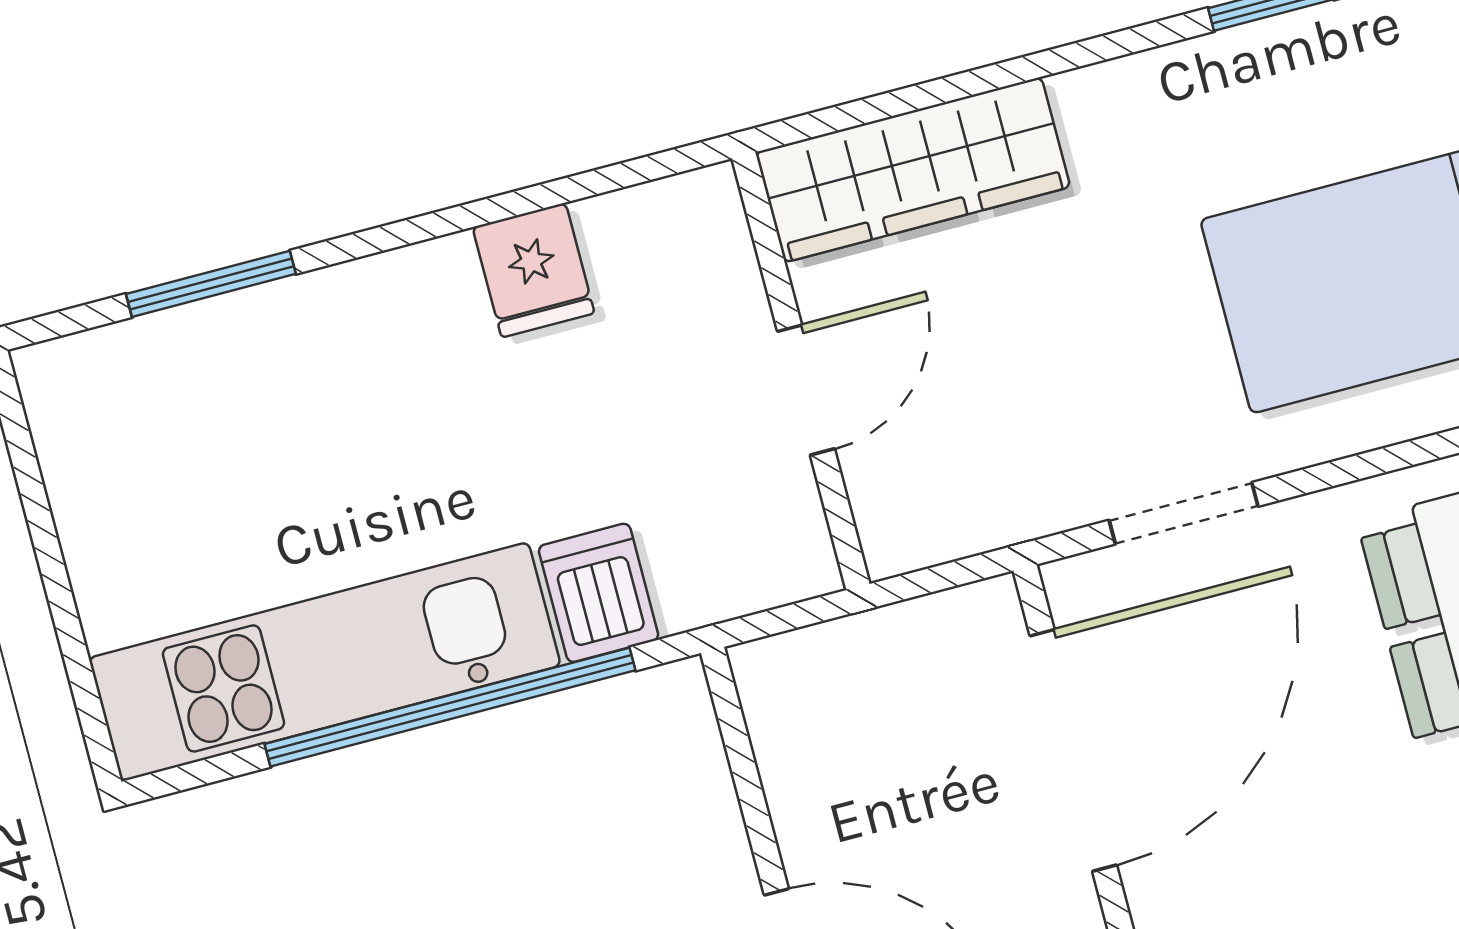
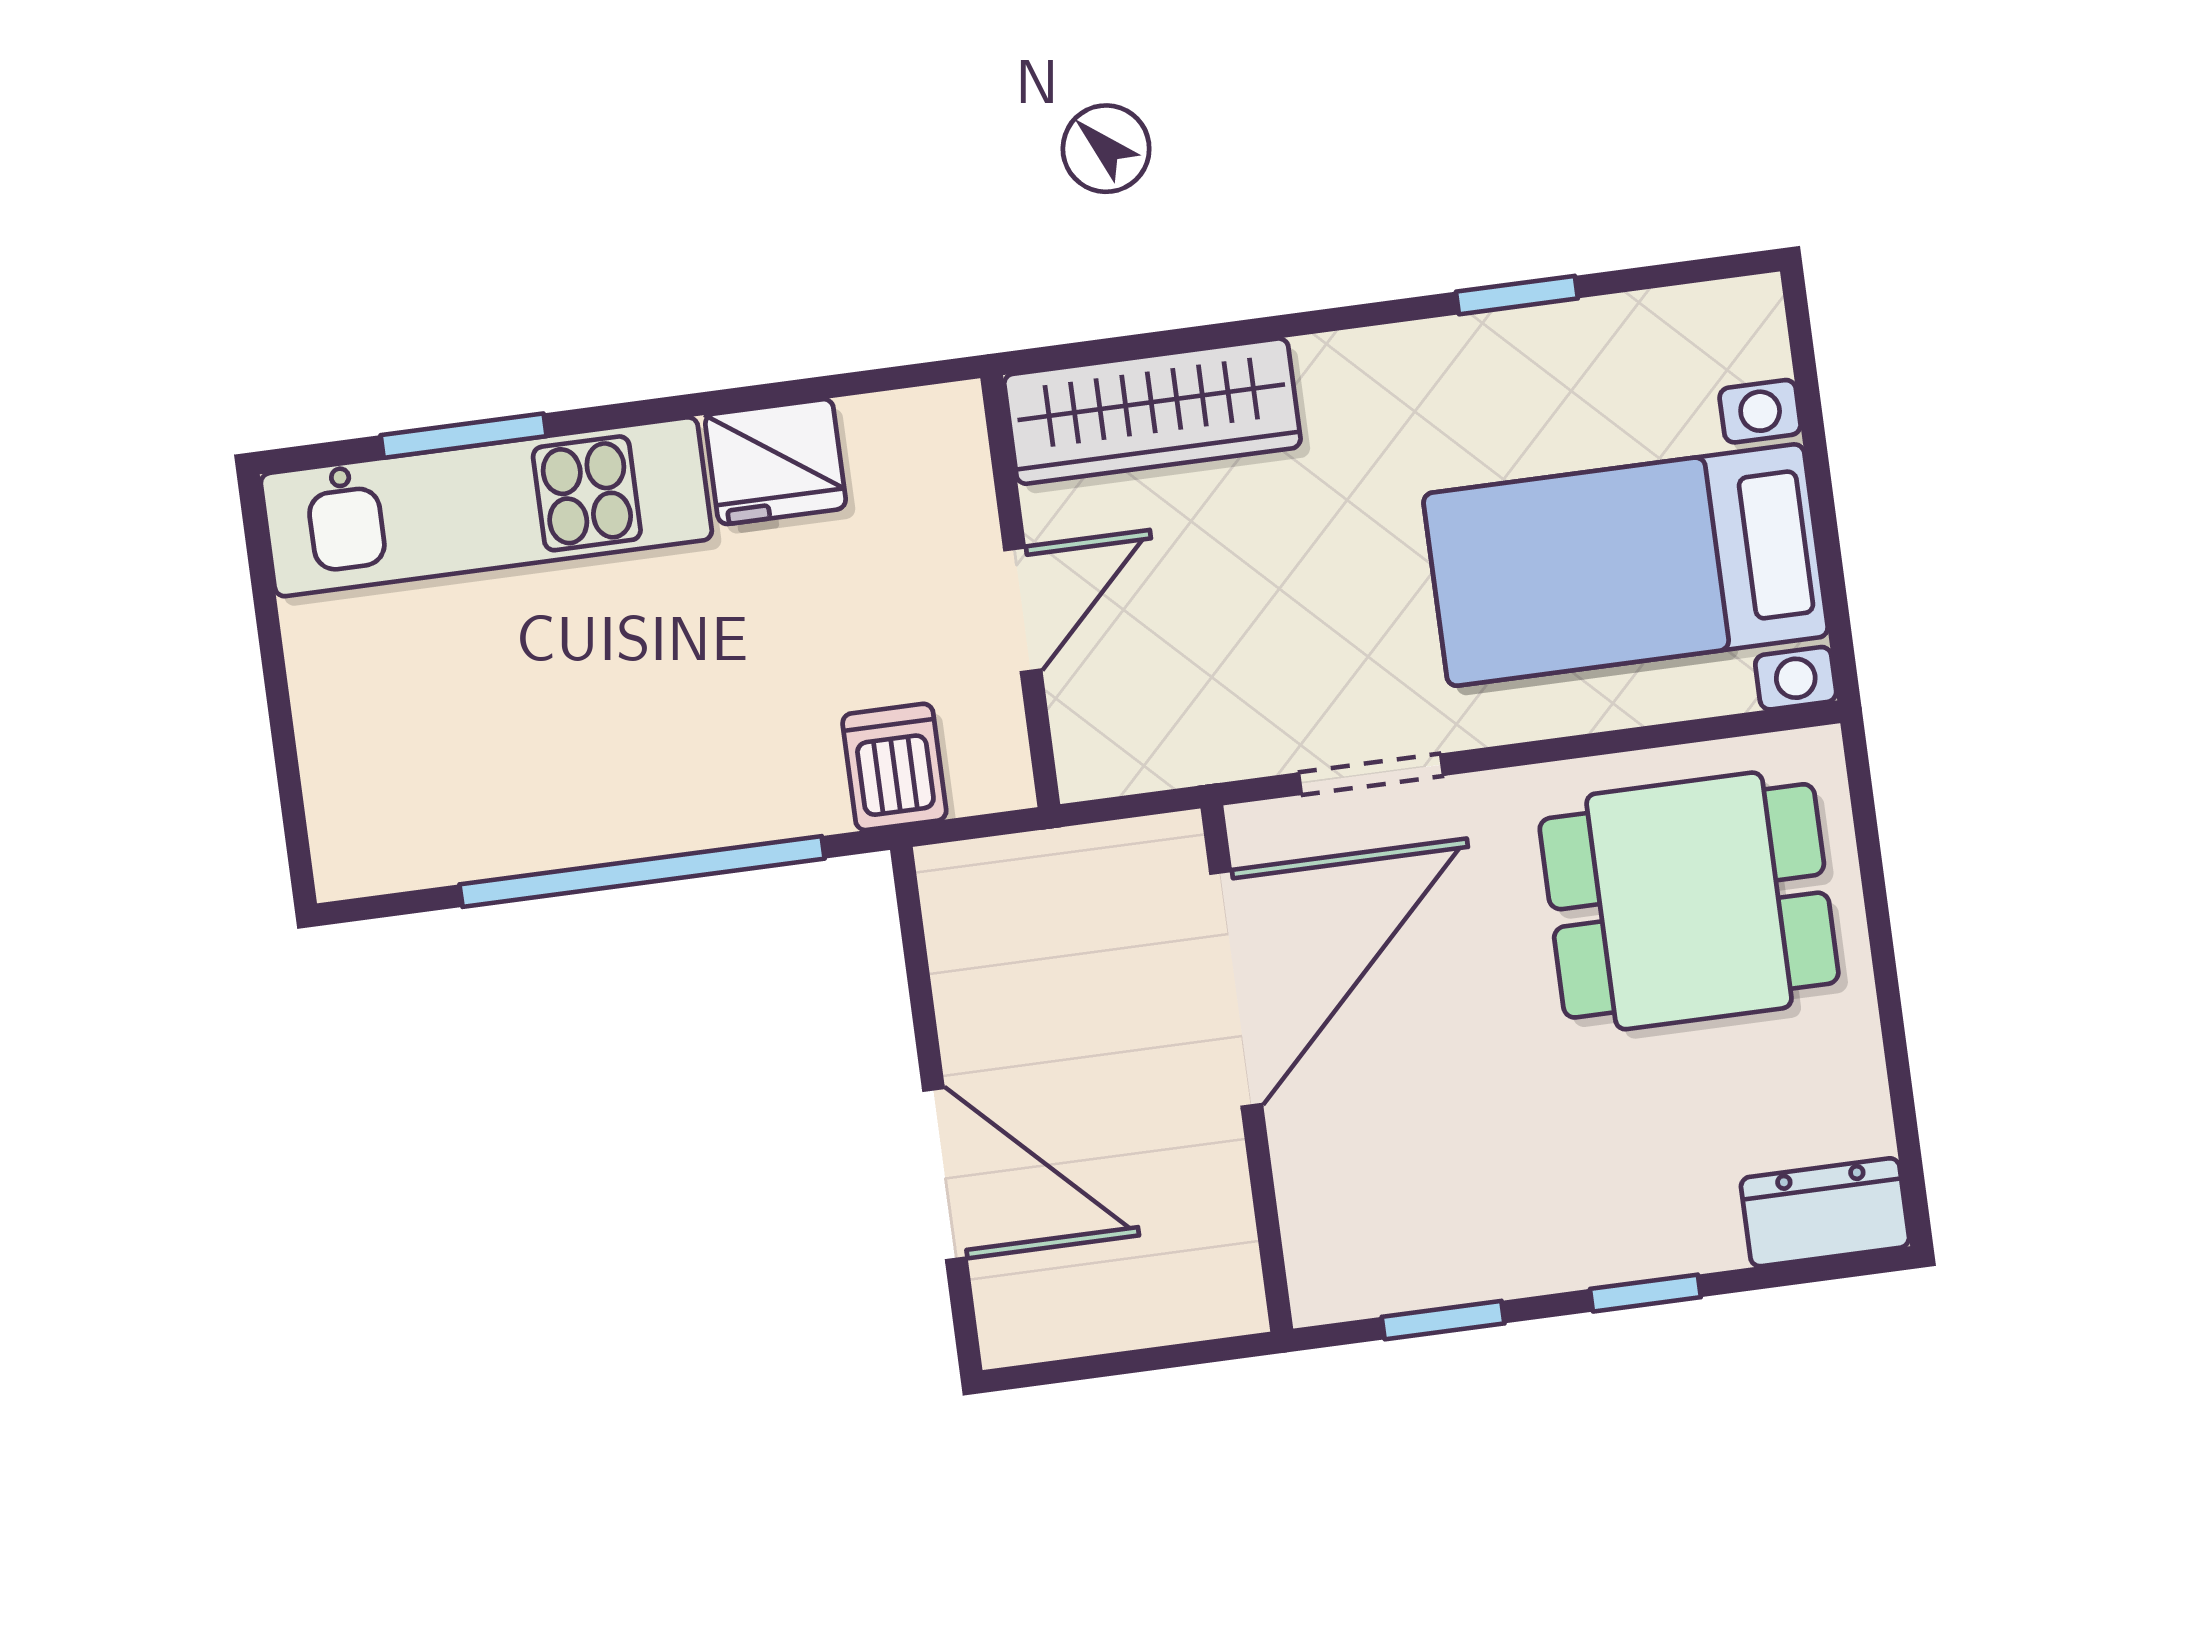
fridge: (534, 270) -> (775, 462), width x1.38
dishwasher: (599, 593) -> (894, 767), moved
kitchen unit: (325, 662) -> (486, 507), moved, turned 180

